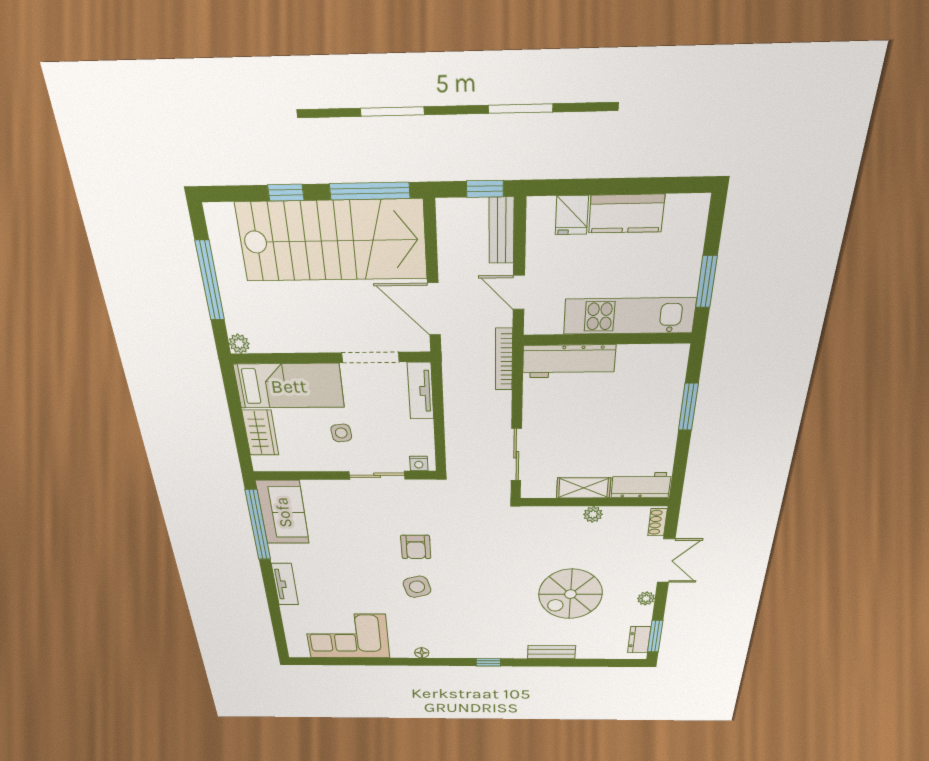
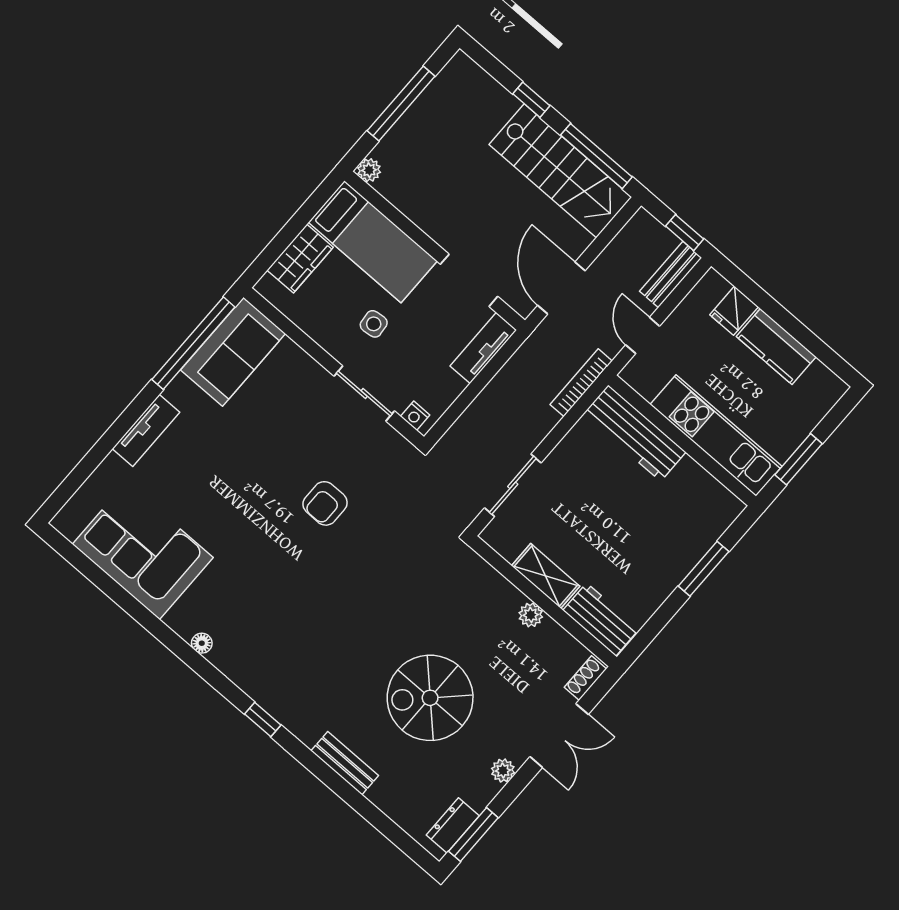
stairs: (333, 241) -> (560, 171), width x0.73, depth x0.66
side table: (417, 587) -> (280, 552), removed

